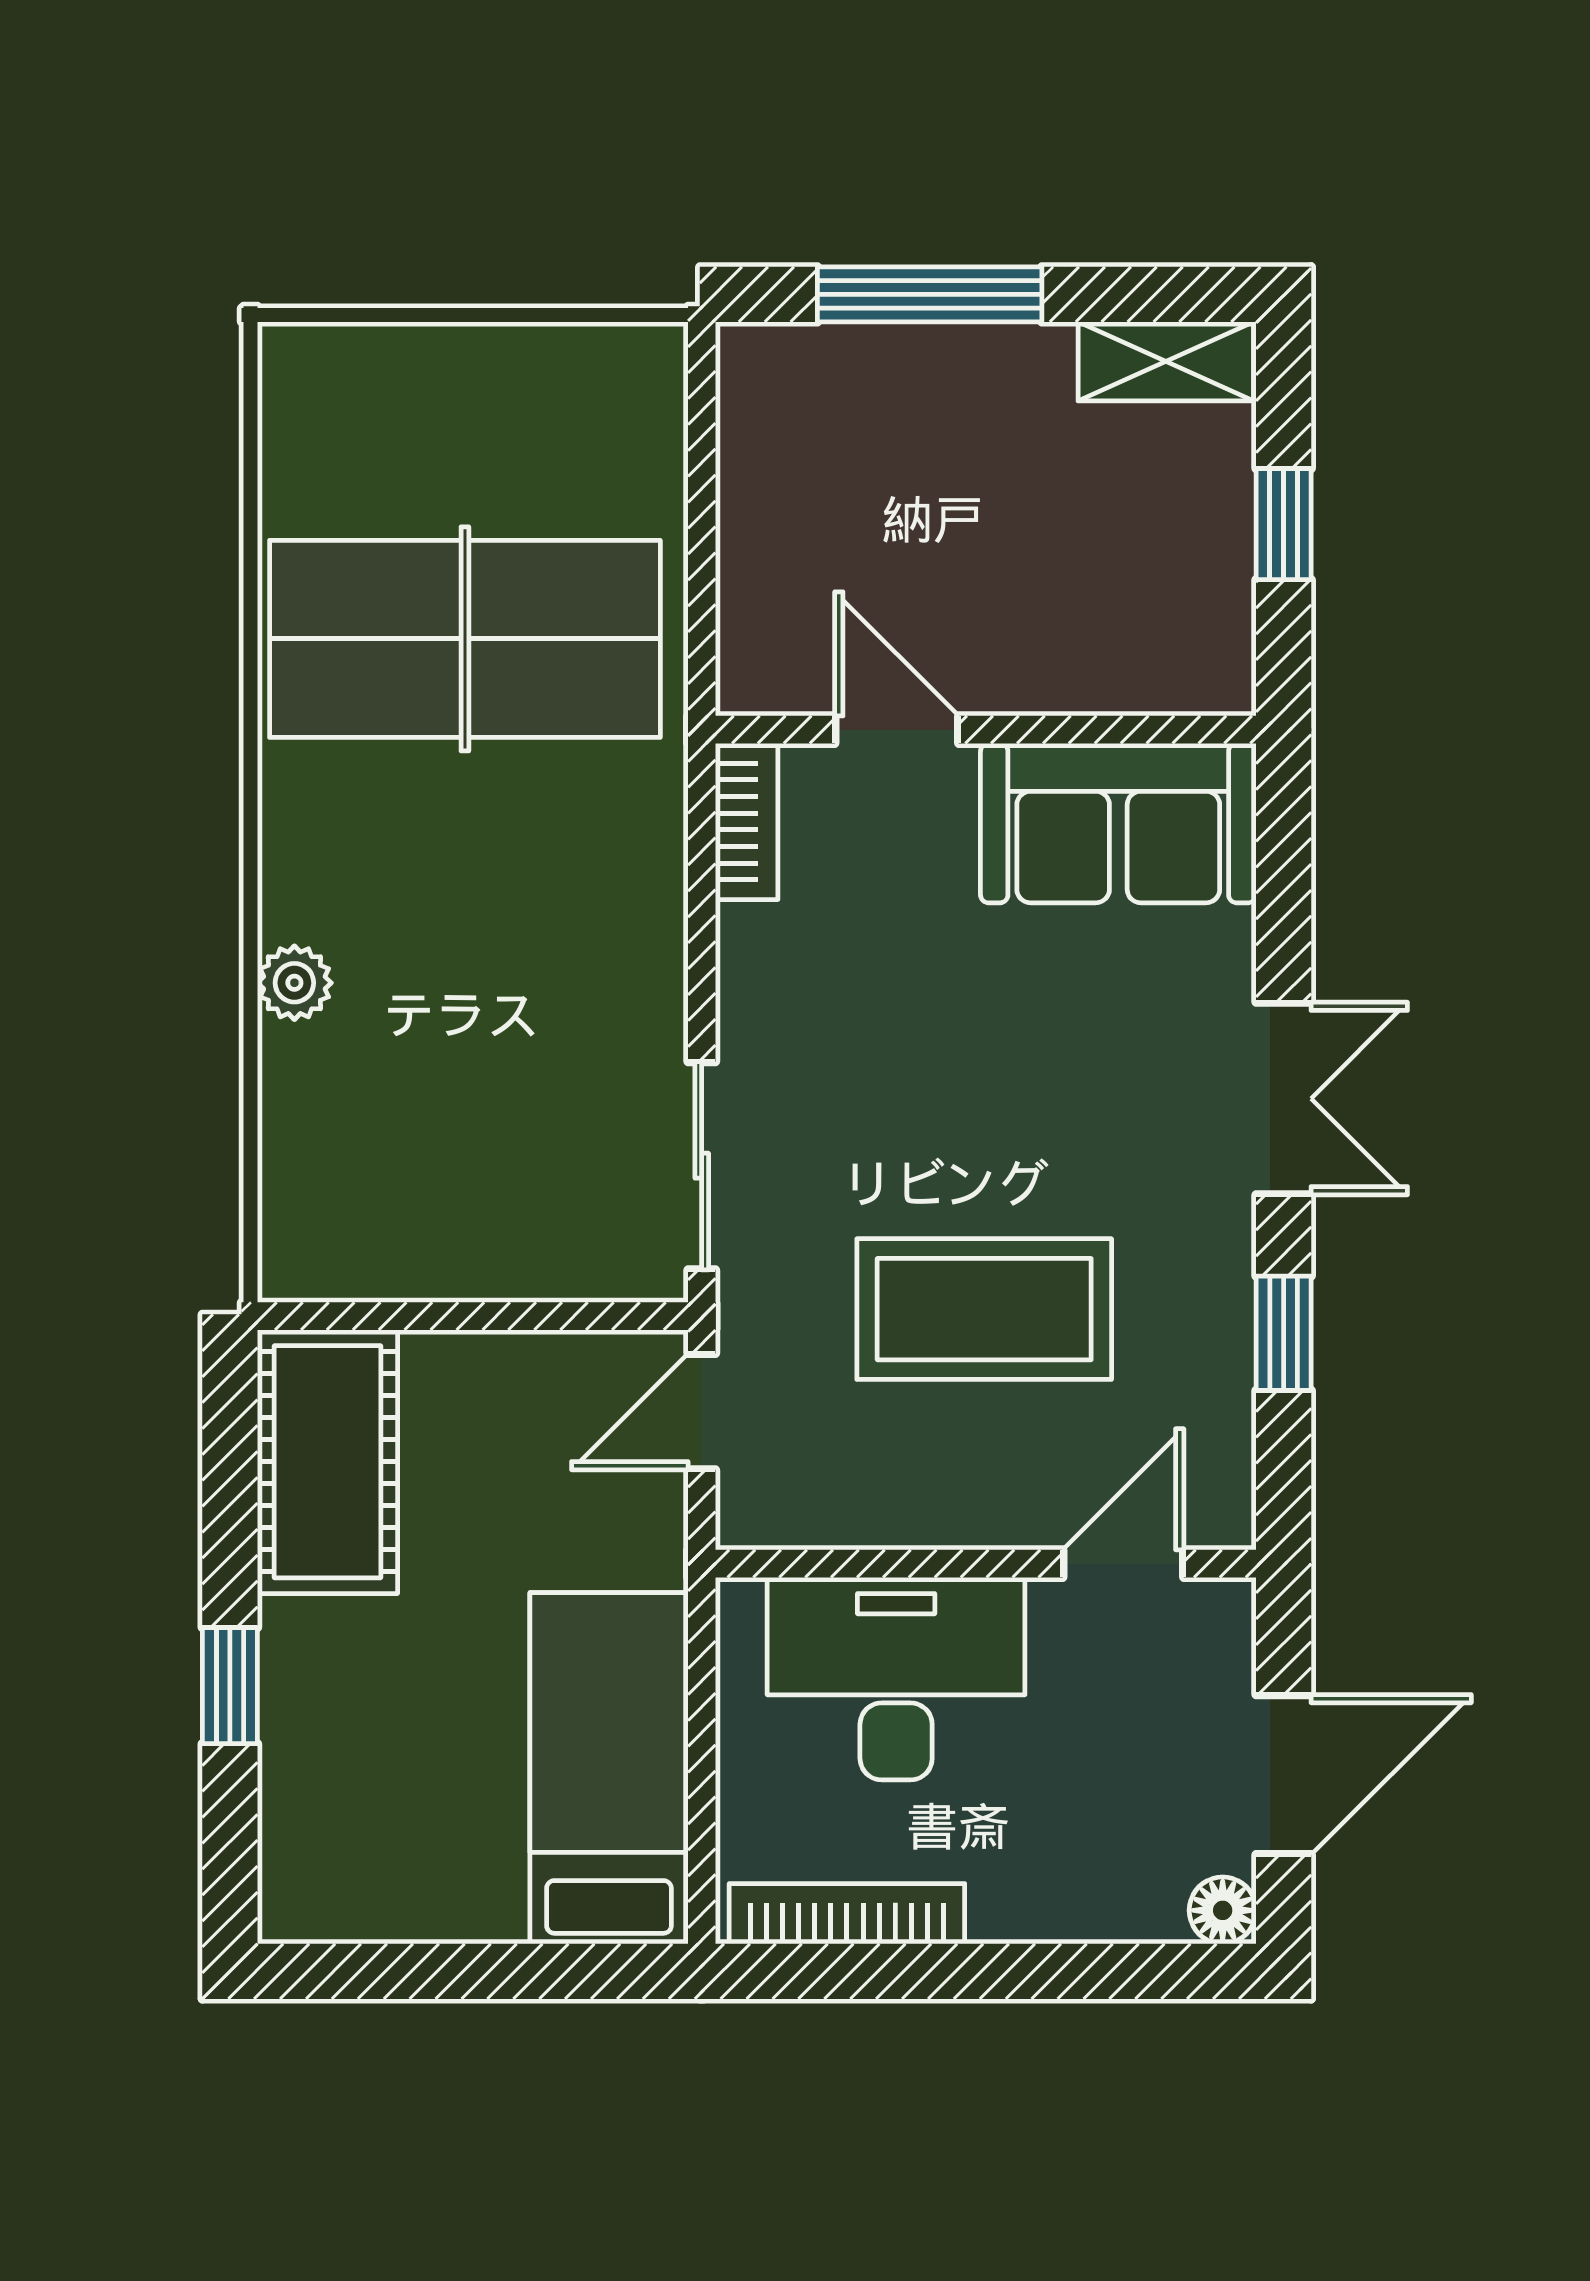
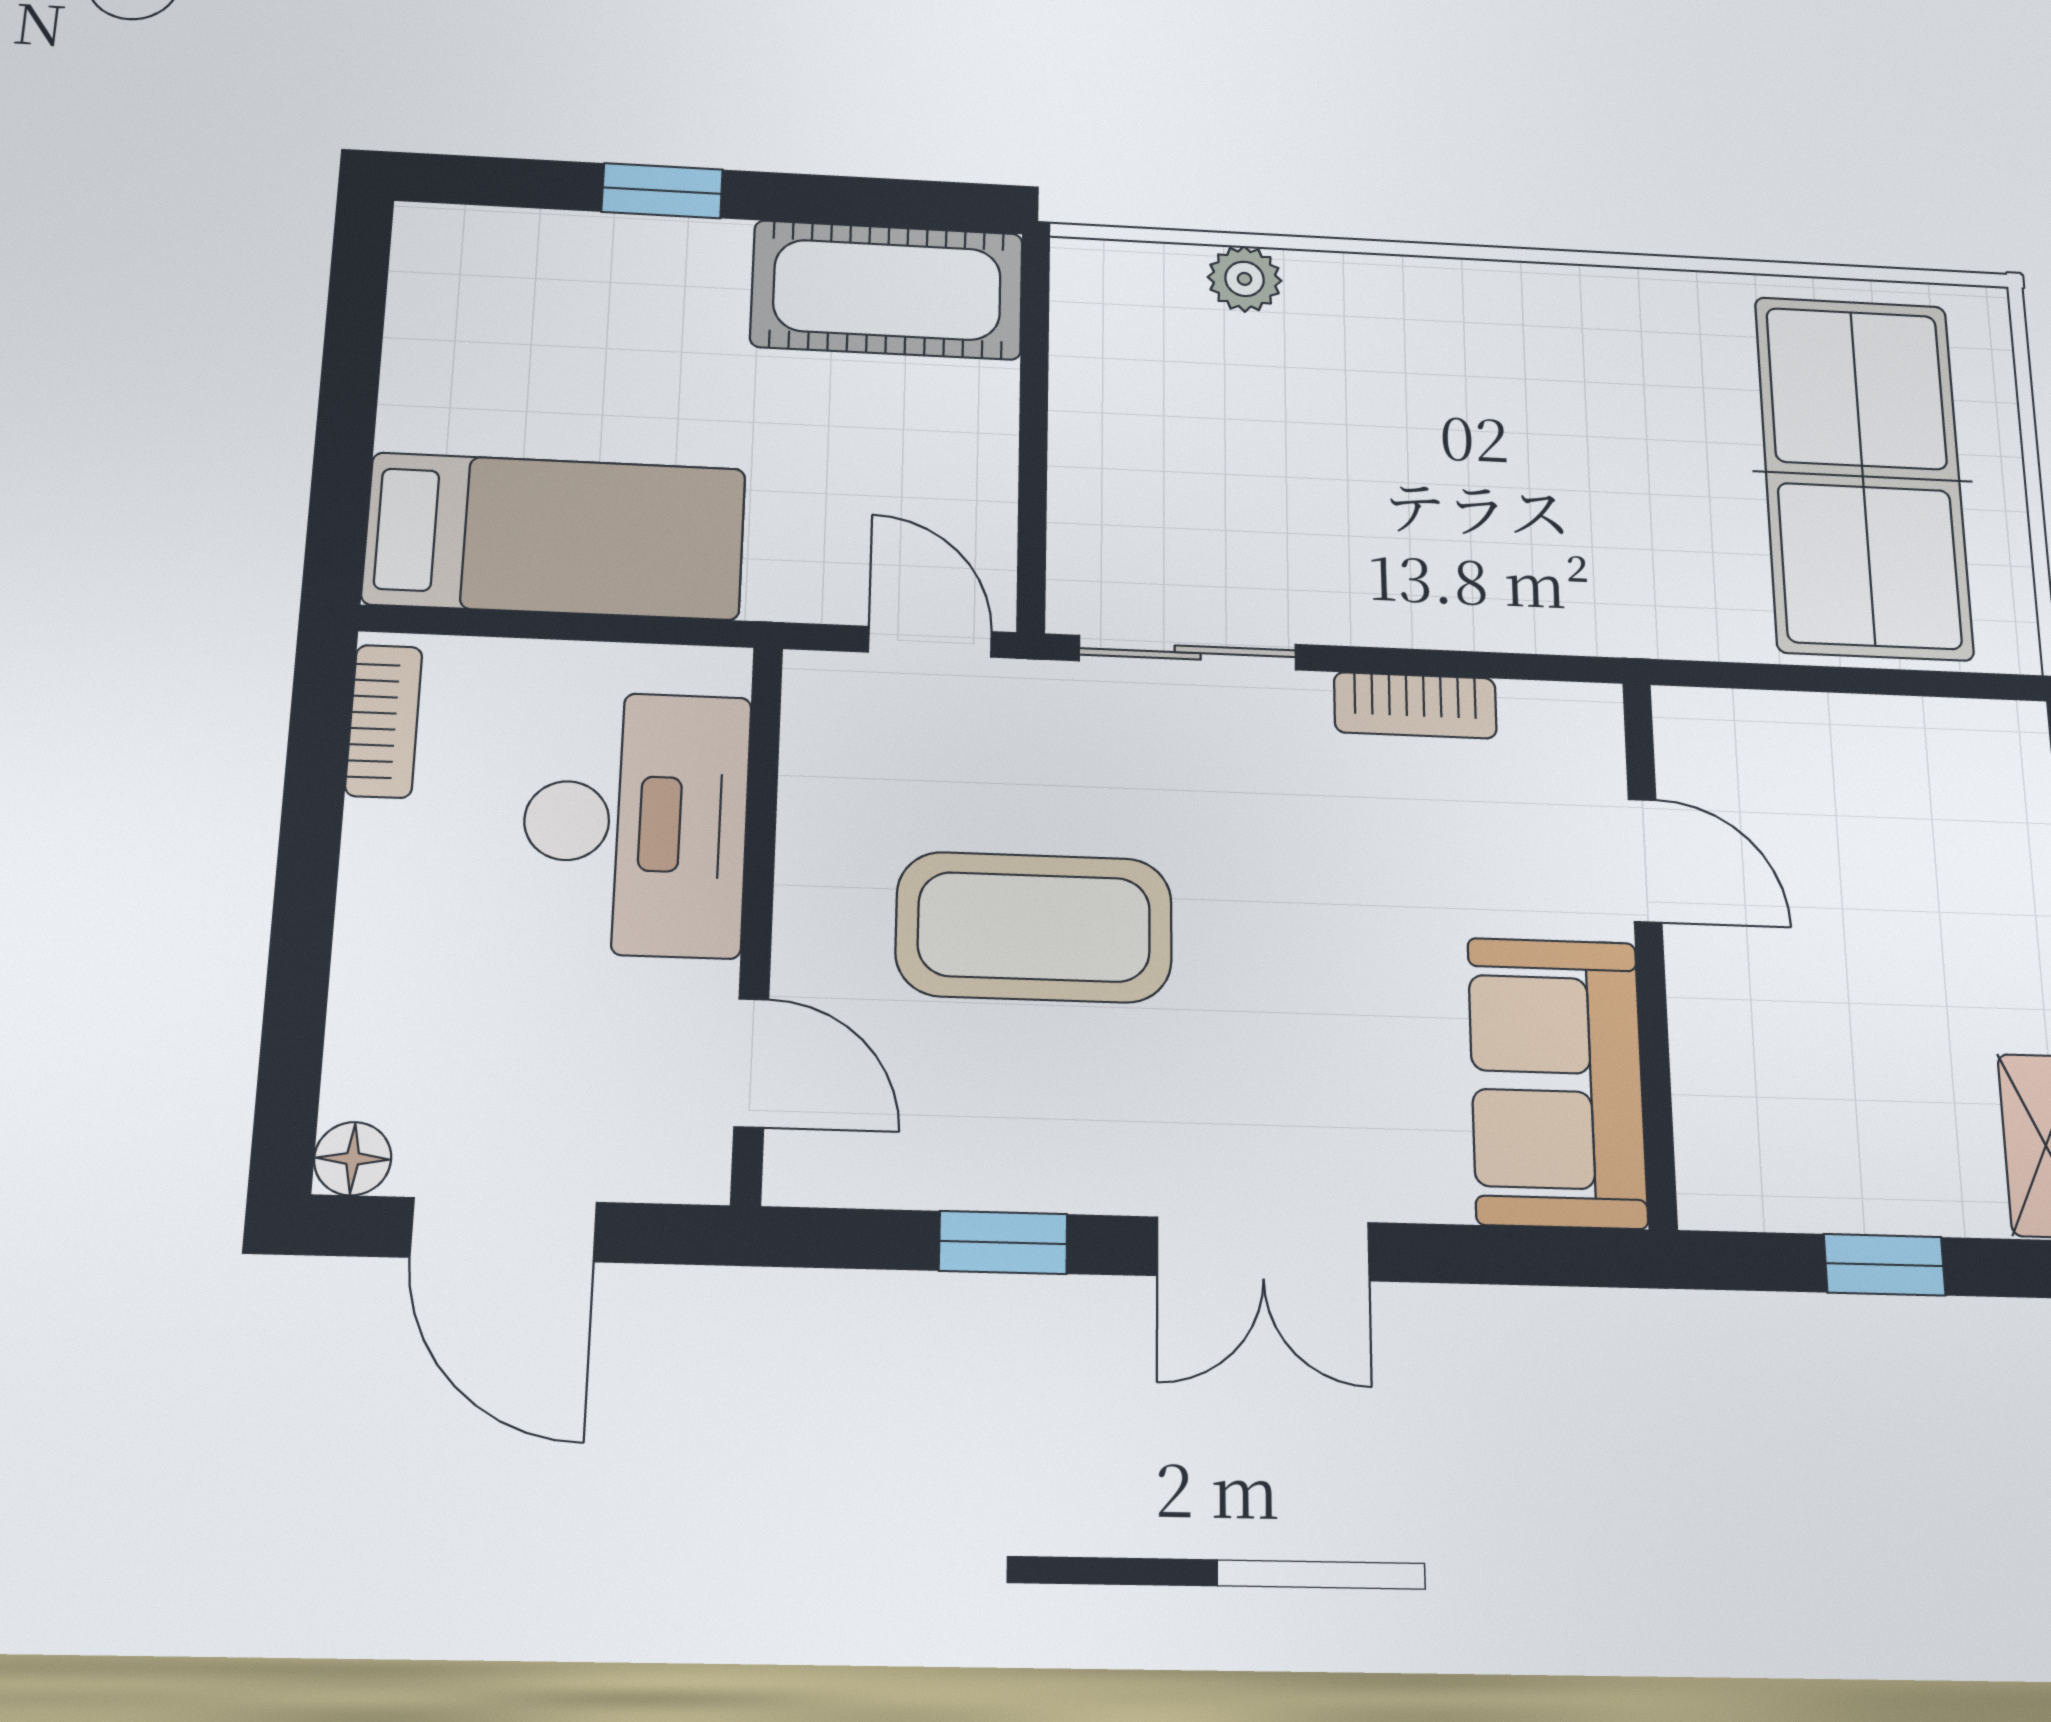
table tennis table: (465, 639) -> (1863, 476), moved
door: (897, 730) -> (1645, 861), hinge flipped
bookcase: (747, 822) -> (1415, 705), moved
plant: (294, 983) -> (1245, 279), moved
coffee table: (984, 1309) -> (1034, 927), turned 90
bookcase: (847, 1914) -> (384, 721), width x0.64

